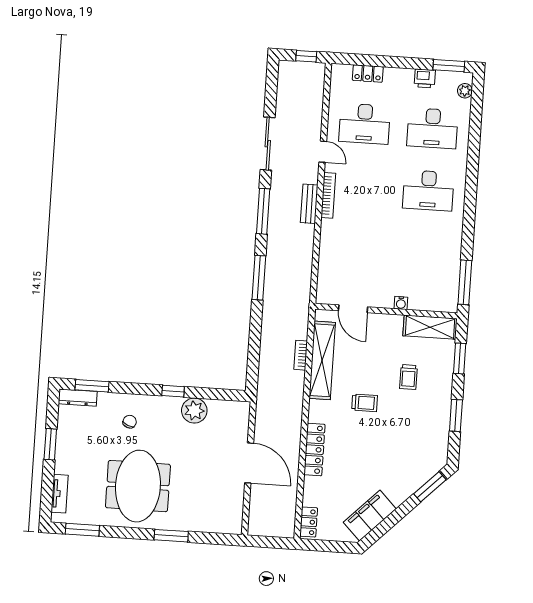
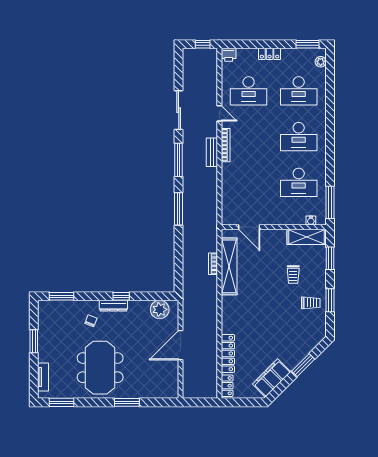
locker: (368, 74) -> (270, 54), moved
printer: (425, 78) -> (229, 55), moved
desk: (424, 253) -> (299, 182), added
water cooler: (401, 303) -> (311, 221), moved
dresser: (78, 398) -> (113, 306), moved
trolley: (365, 403) -> (311, 303), moved
plant: (194, 411) -> (160, 309), moved
locker: (314, 450) -> (228, 353), moved
door: (249, 463) -> (181, 345), swing flipped
window: (430, 487) -> (303, 365), moved

